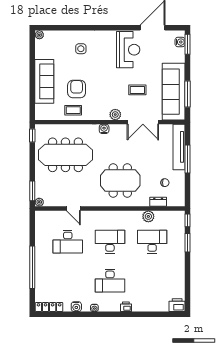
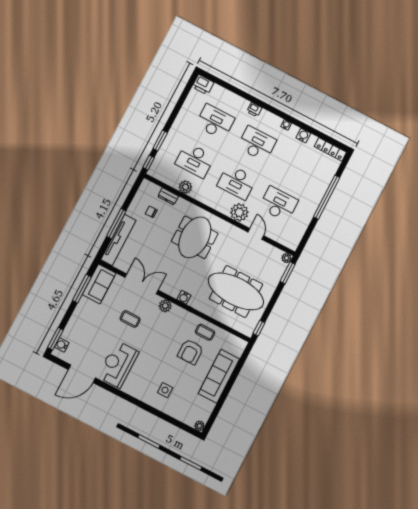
sofa: (174, 92) -> (99, 284), width x0.54, depth x0.79
meeting table: (120, 181) -> (195, 237), turned 90
plant: (95, 219) -> (239, 212), added
desk: (152, 281) -> (215, 122), added

